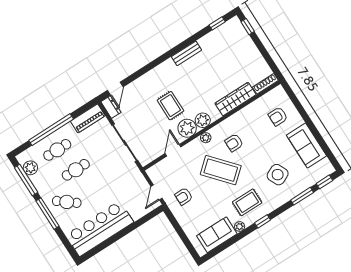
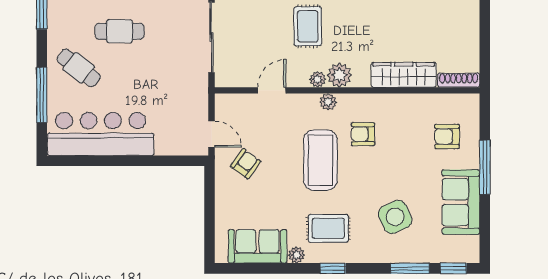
window: (307, 120) -> (485, 167), added
plant: (187, 128) -> (318, 79), width x0.53, depth x0.53
coffee table: (221, 170) -> (320, 160), turned 41
door: (156, 192) -> (212, 134), swing flipped
armchair: (184, 196) -> (246, 164), turned 126
window: (48, 214) -> (42, 95), moved

